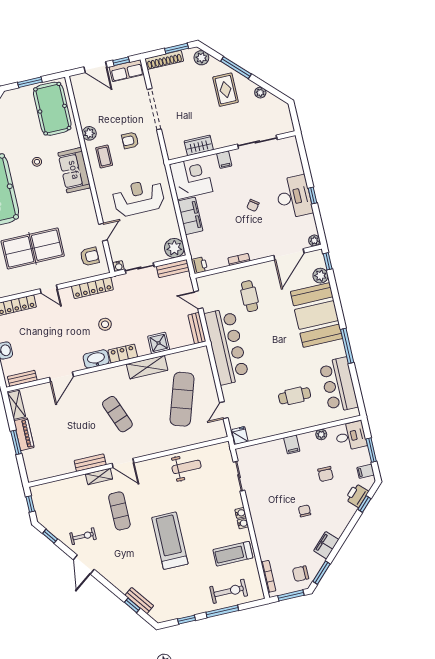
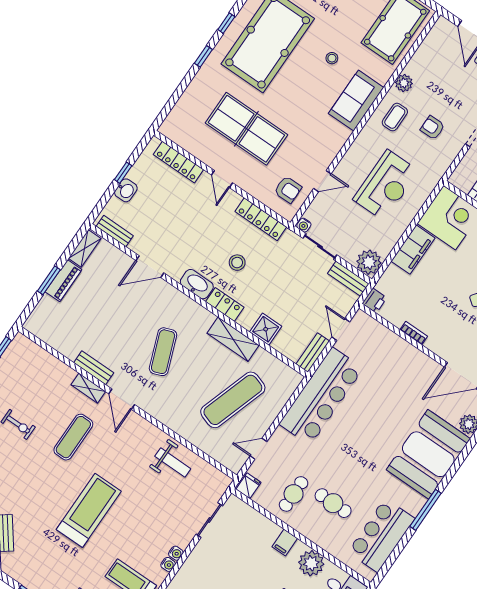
reception desk: (139, 198) -> (386, 185), turned 90
cafe table: (250, 296) -> (294, 494), moved
plant: (321, 434) -> (311, 563), width x1.88, depth x1.88

